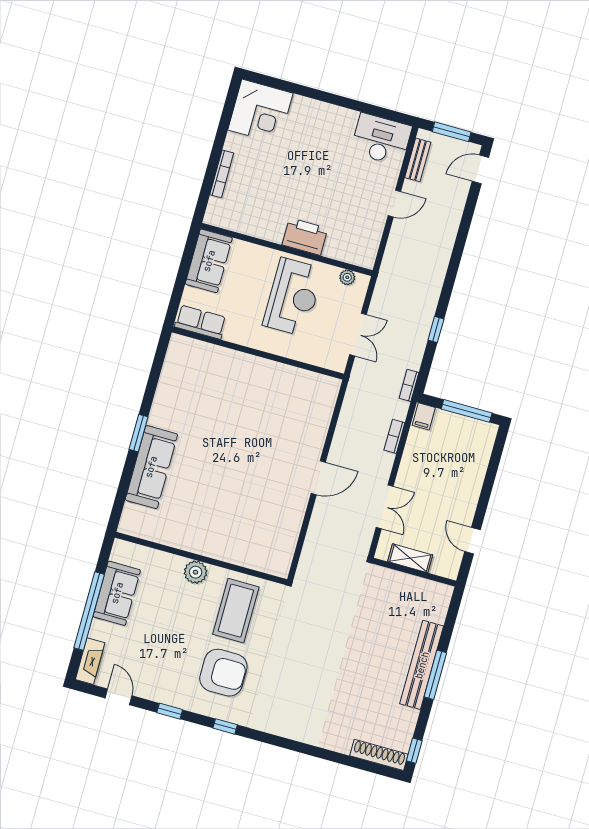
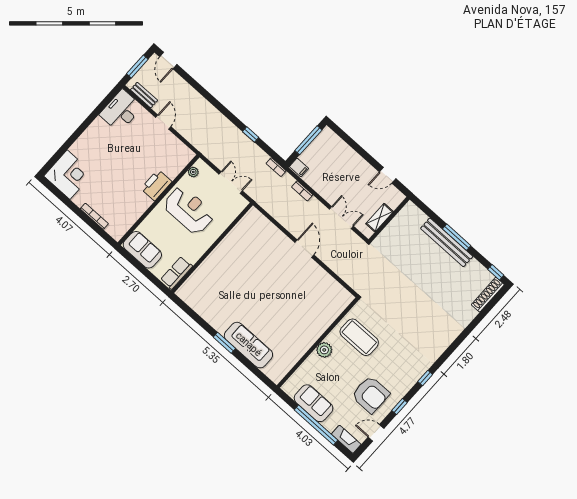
armchair: (223, 673) -> (371, 395), moved, turned 90

